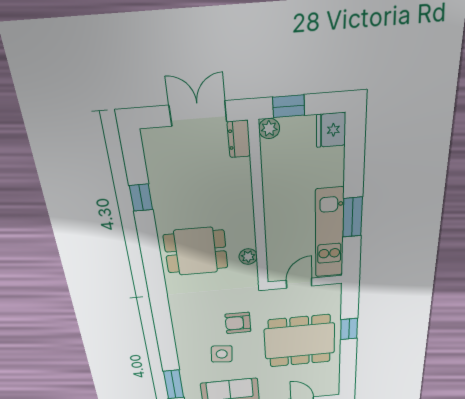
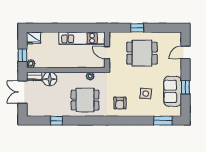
floor lamp: (235, 175) -> (50, 79), added
window: (352, 217) -> (74, 28), removed
dining table: (196, 251) -> (85, 100), turned 90
armchair: (238, 323) -> (120, 103), moved
dining table: (300, 341) -> (142, 53), width x0.73

